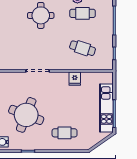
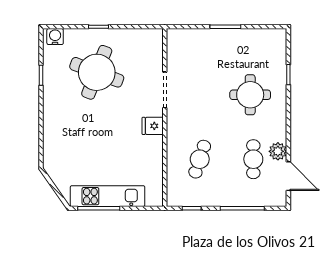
fridge: (75, 79) -> (153, 126), moved
cafe table: (65, 133) -> (69, 131), removed

